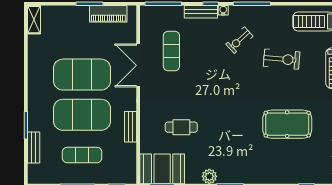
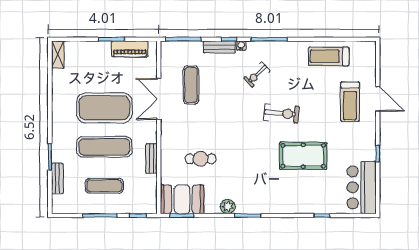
exercise bike: (282, 59) -> (281, 113), moved
exercise mat: (82, 115) -> (104, 147), width x0.68

